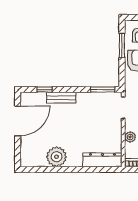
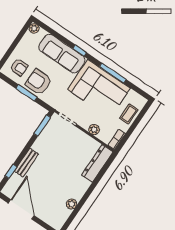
window: (122, 46) -> (26, 93), moved
plant: (57, 157) -> (72, 204), width x0.53, depth x0.53

